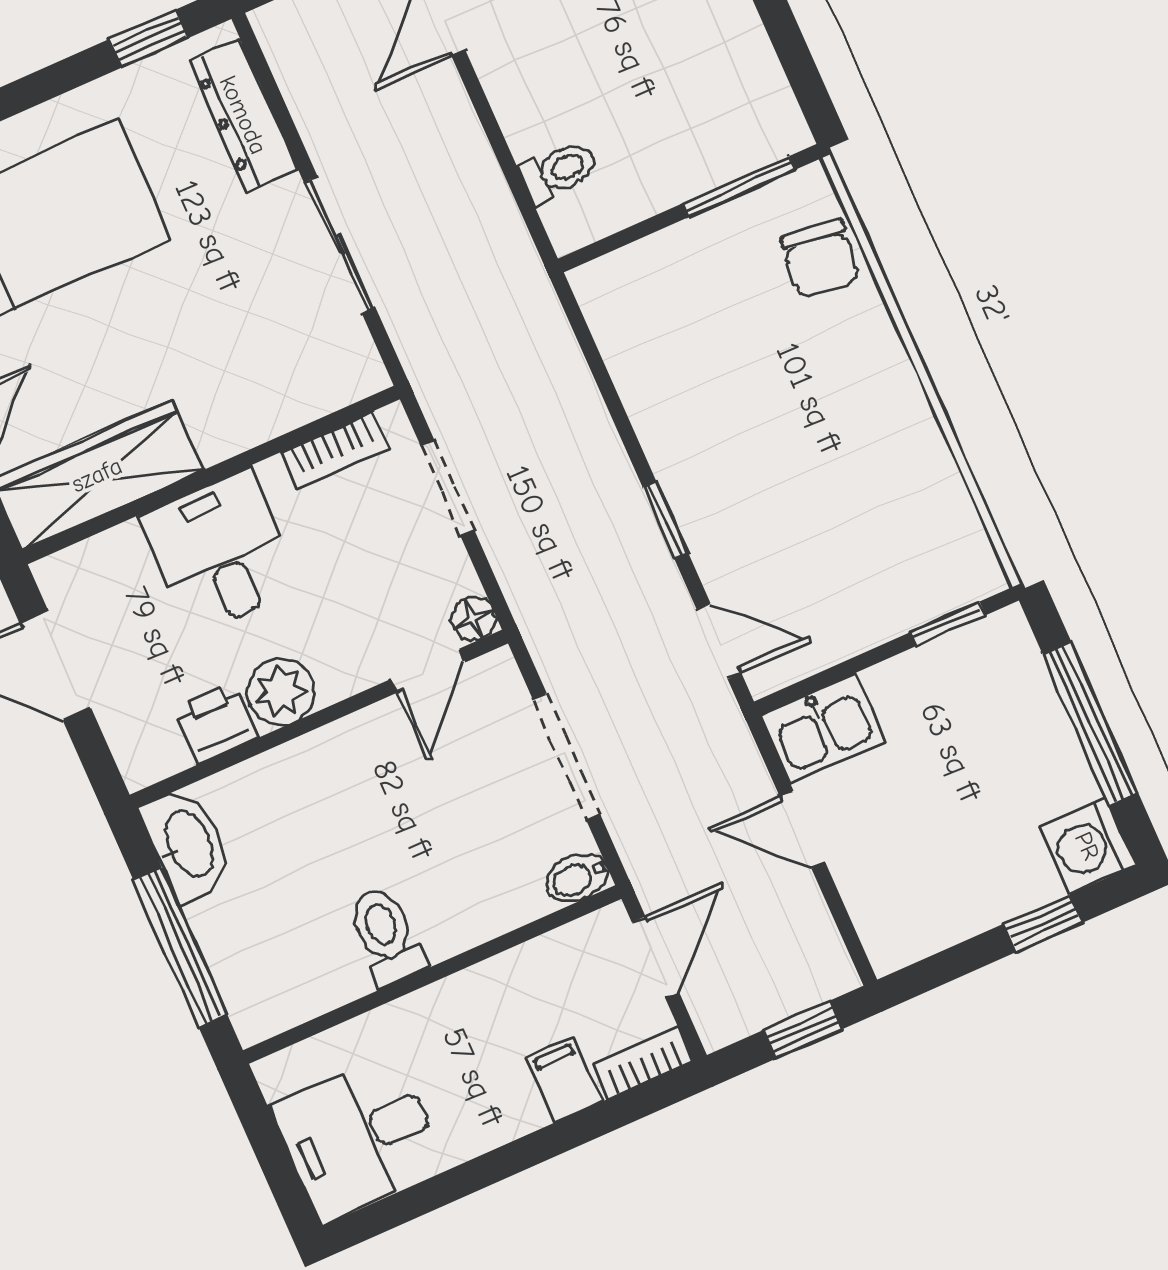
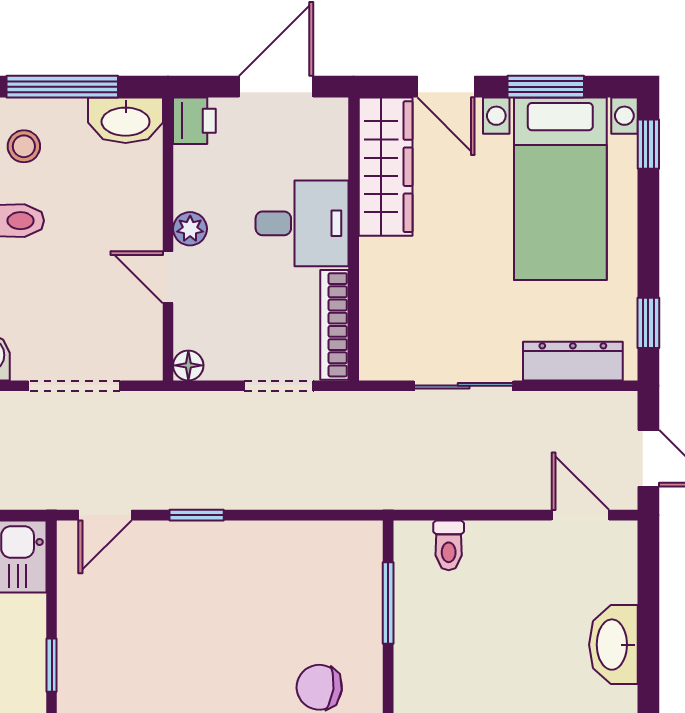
window: (739, 187) -> (388, 603), moved
bookcase: (335, 450) -> (334, 325), width x1.56
door: (428, 671) -> (168, 277), moved
plant: (281, 692) -> (190, 229), width x0.73, depth x0.73
printer: (216, 723) -> (194, 121), moved
stool: (281, 963) -> (24, 146), added

